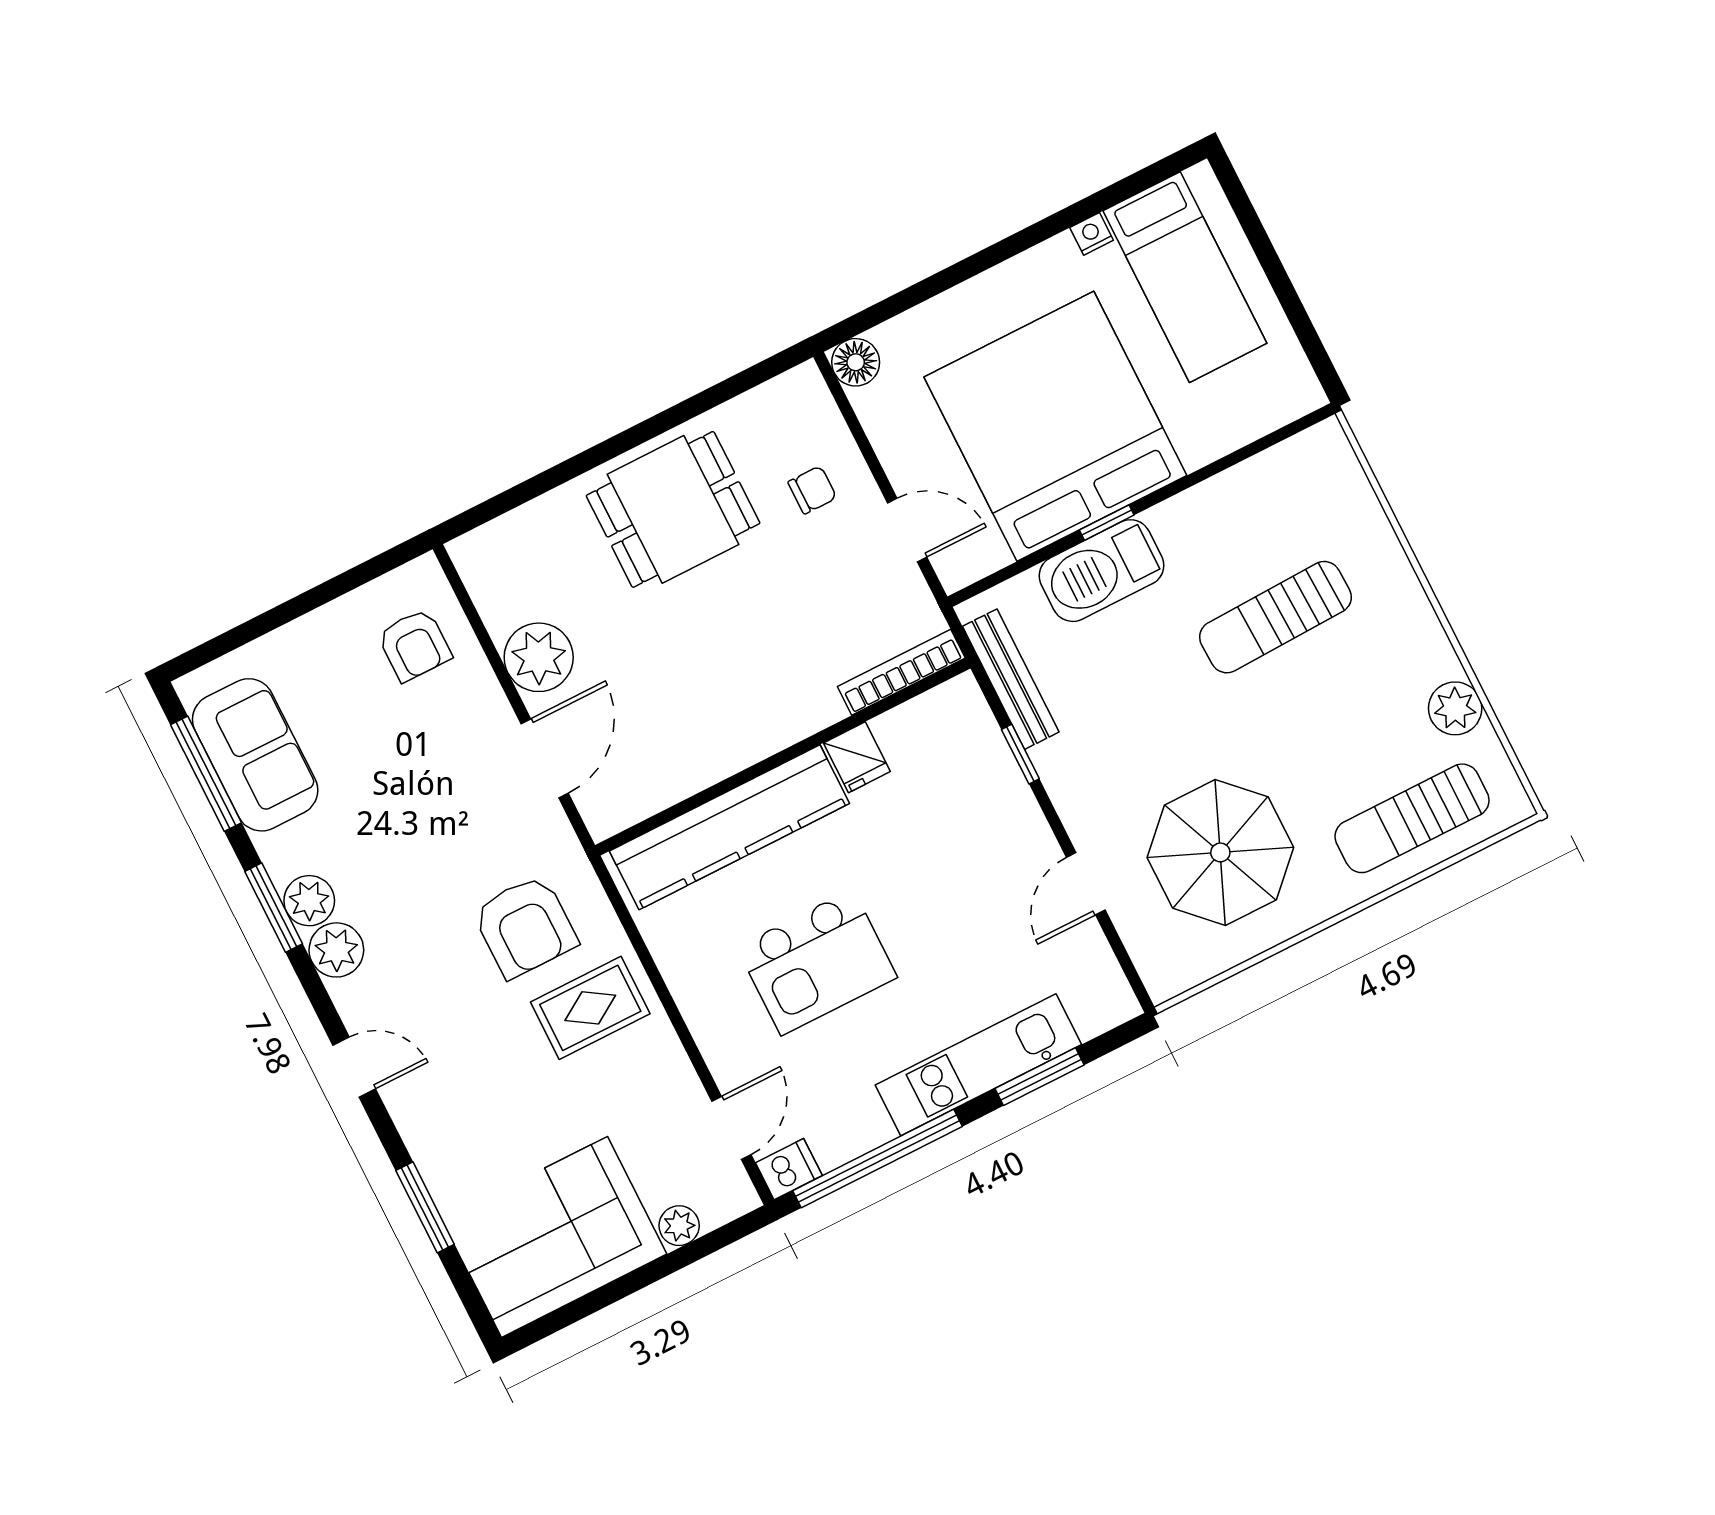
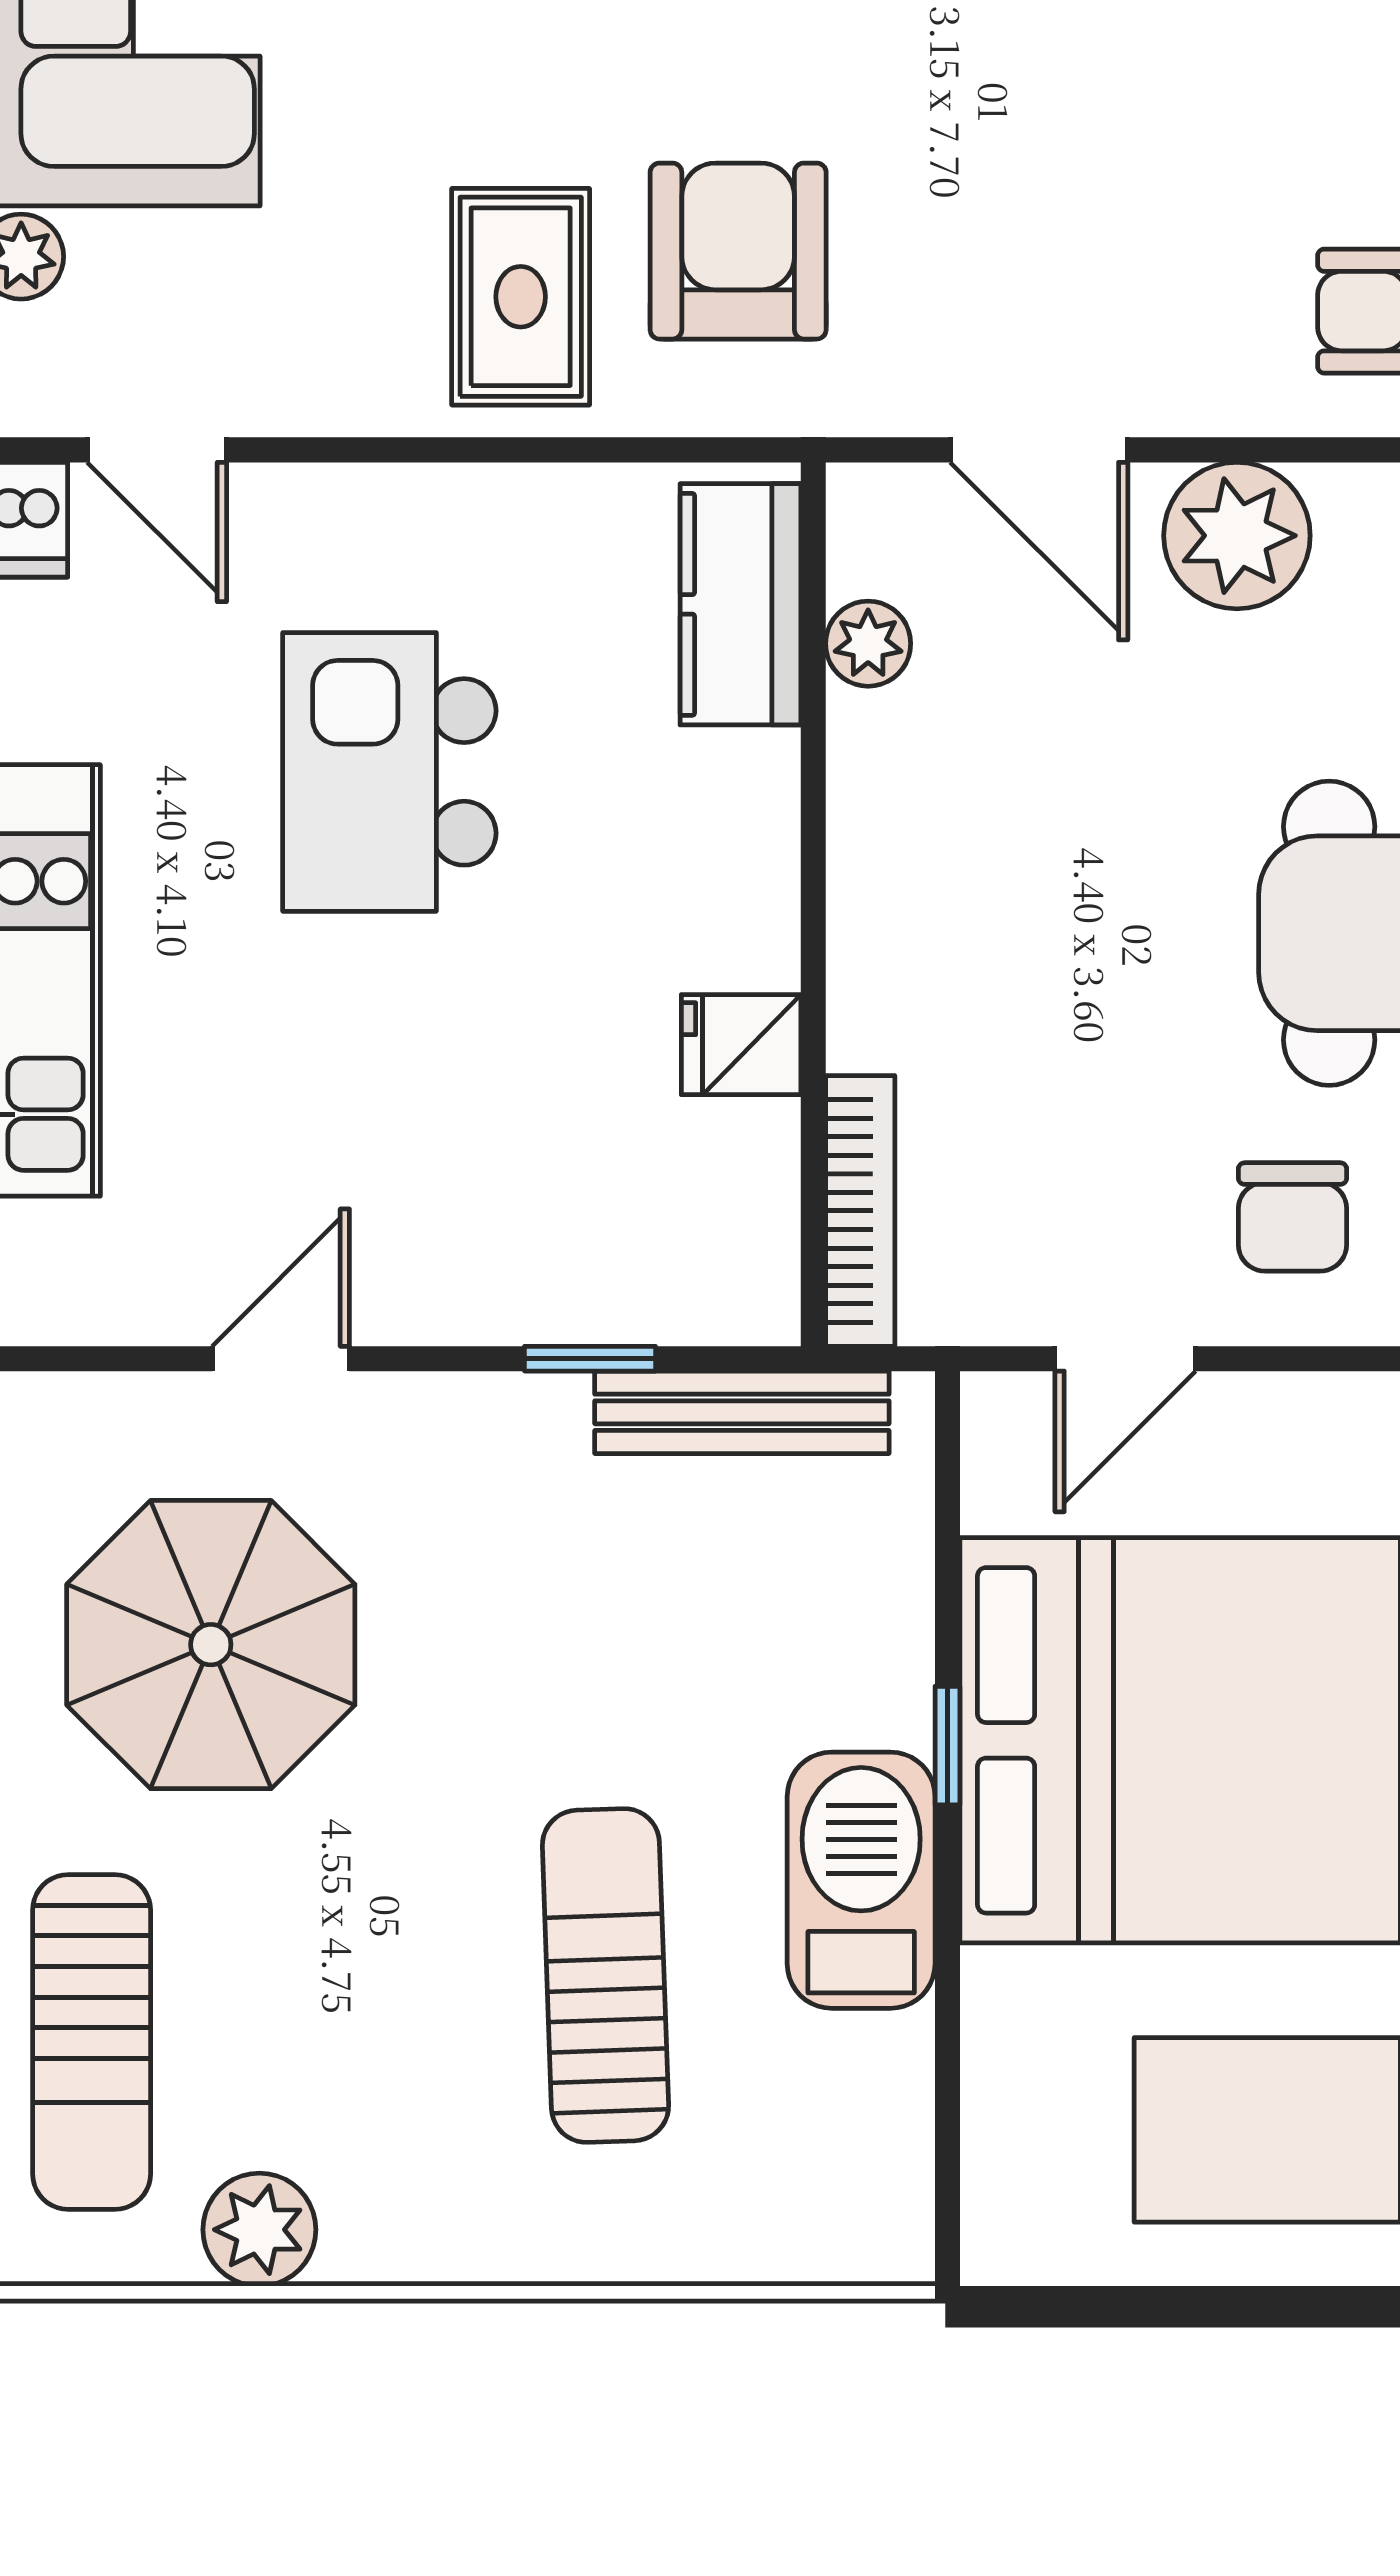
chair: (812, 490) -> (1293, 1217), width x1.37, depth x1.37
barbecue: (1102, 571) -> (861, 1880), moved
plant: (662, 789) -> (868, 644), added
sun lounger: (1412, 818) -> (92, 2042), turned 180
kitchen counter: (729, 827) -> (740, 604), width x0.48, depth x0.86
door: (1086, 884) -> (281, 1359), hinge flipped
armchair: (525, 926) -> (738, 251), turned 90

